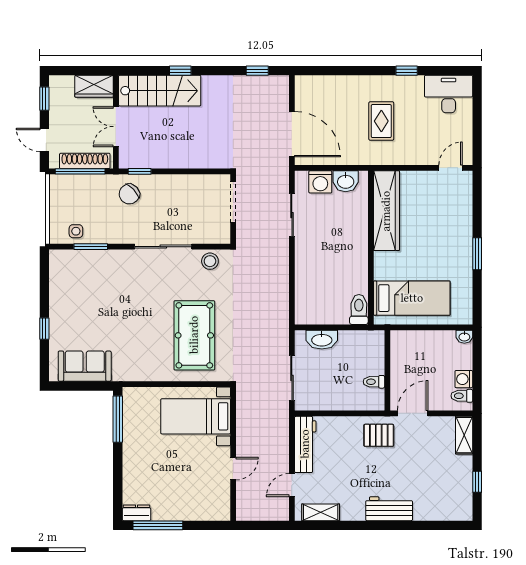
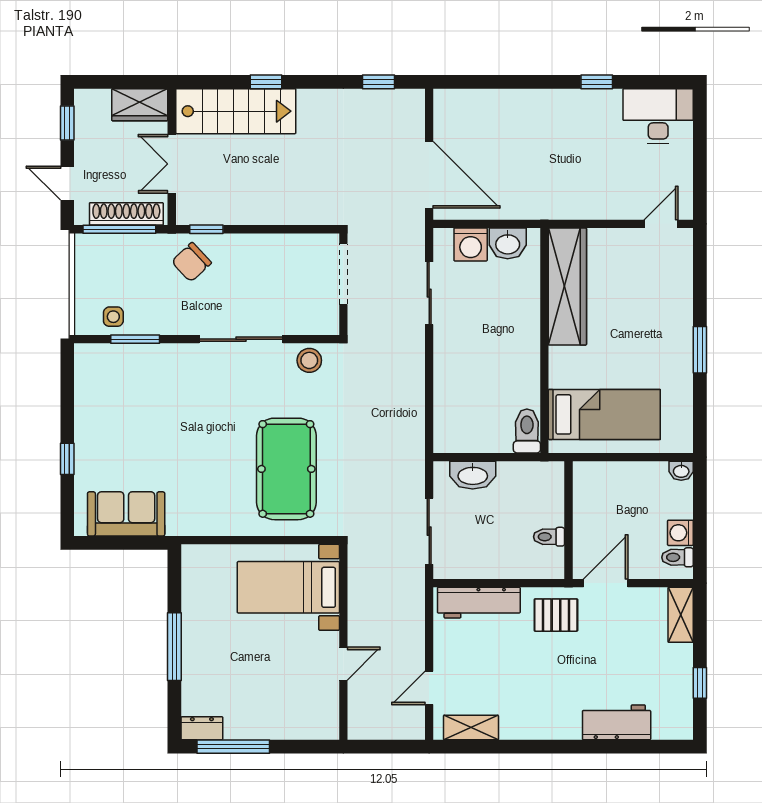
rug: (381, 121) -> (560, 156), removed
window: (118, 419) -> (174, 647), moved
workbench: (305, 444) -> (479, 603), moved, turned 90
workbench: (389, 509) -> (617, 722), moved

